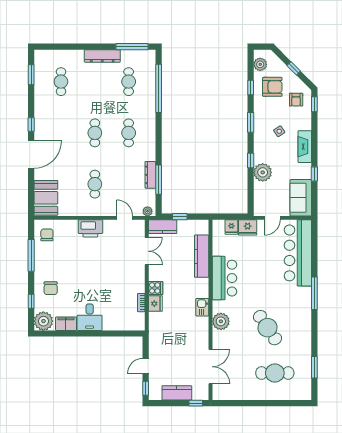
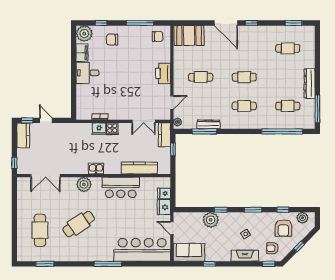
fireplace: (305, 147) -> (245, 256), moved
kitchen counter: (177, 393) -> (23, 135), moved

